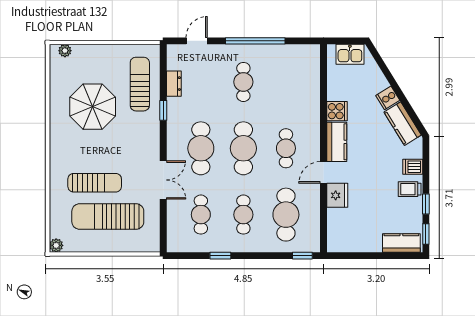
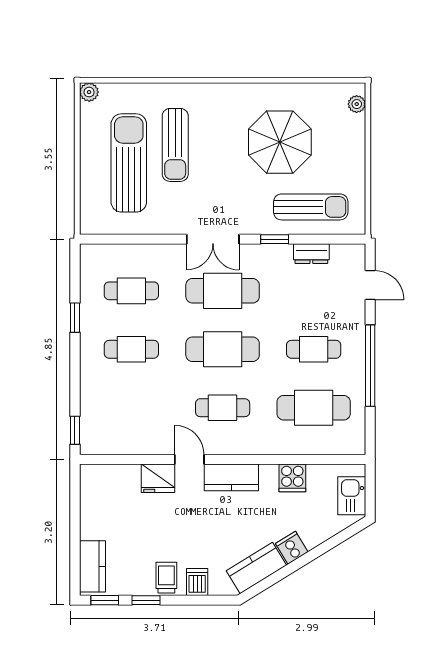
cooker: (337, 111) -> (292, 478), moved
double door: (163, 180) -> (213, 239), moved
cafe table: (286, 215) -> (314, 408), moved

